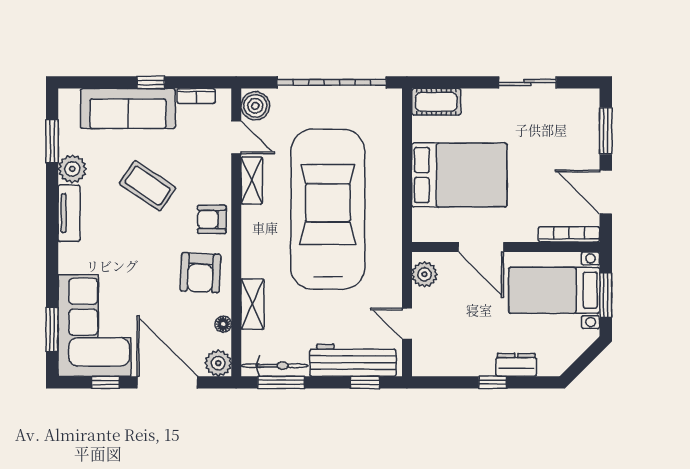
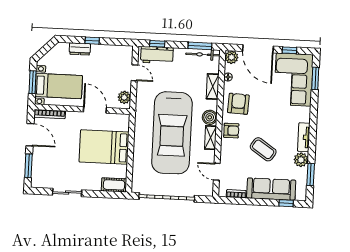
window: (151, 82) -> (286, 203), moved
boiler: (255, 106) -> (210, 117), moved
shelving: (252, 180) -> (211, 138), moved
workbench: (353, 360) -> (157, 55), width x0.73

